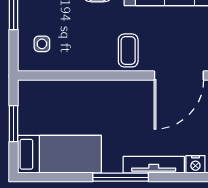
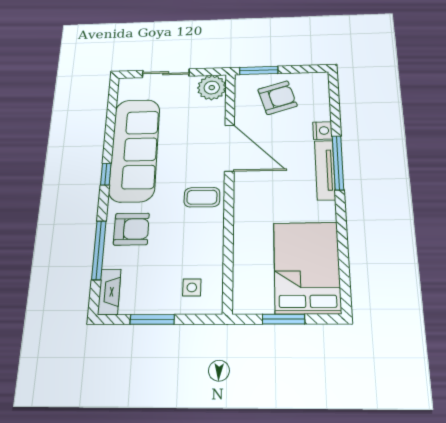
bed: (59, 154) -> (307, 267), width x1.50
window: (121, 177) -> (338, 163), moved

